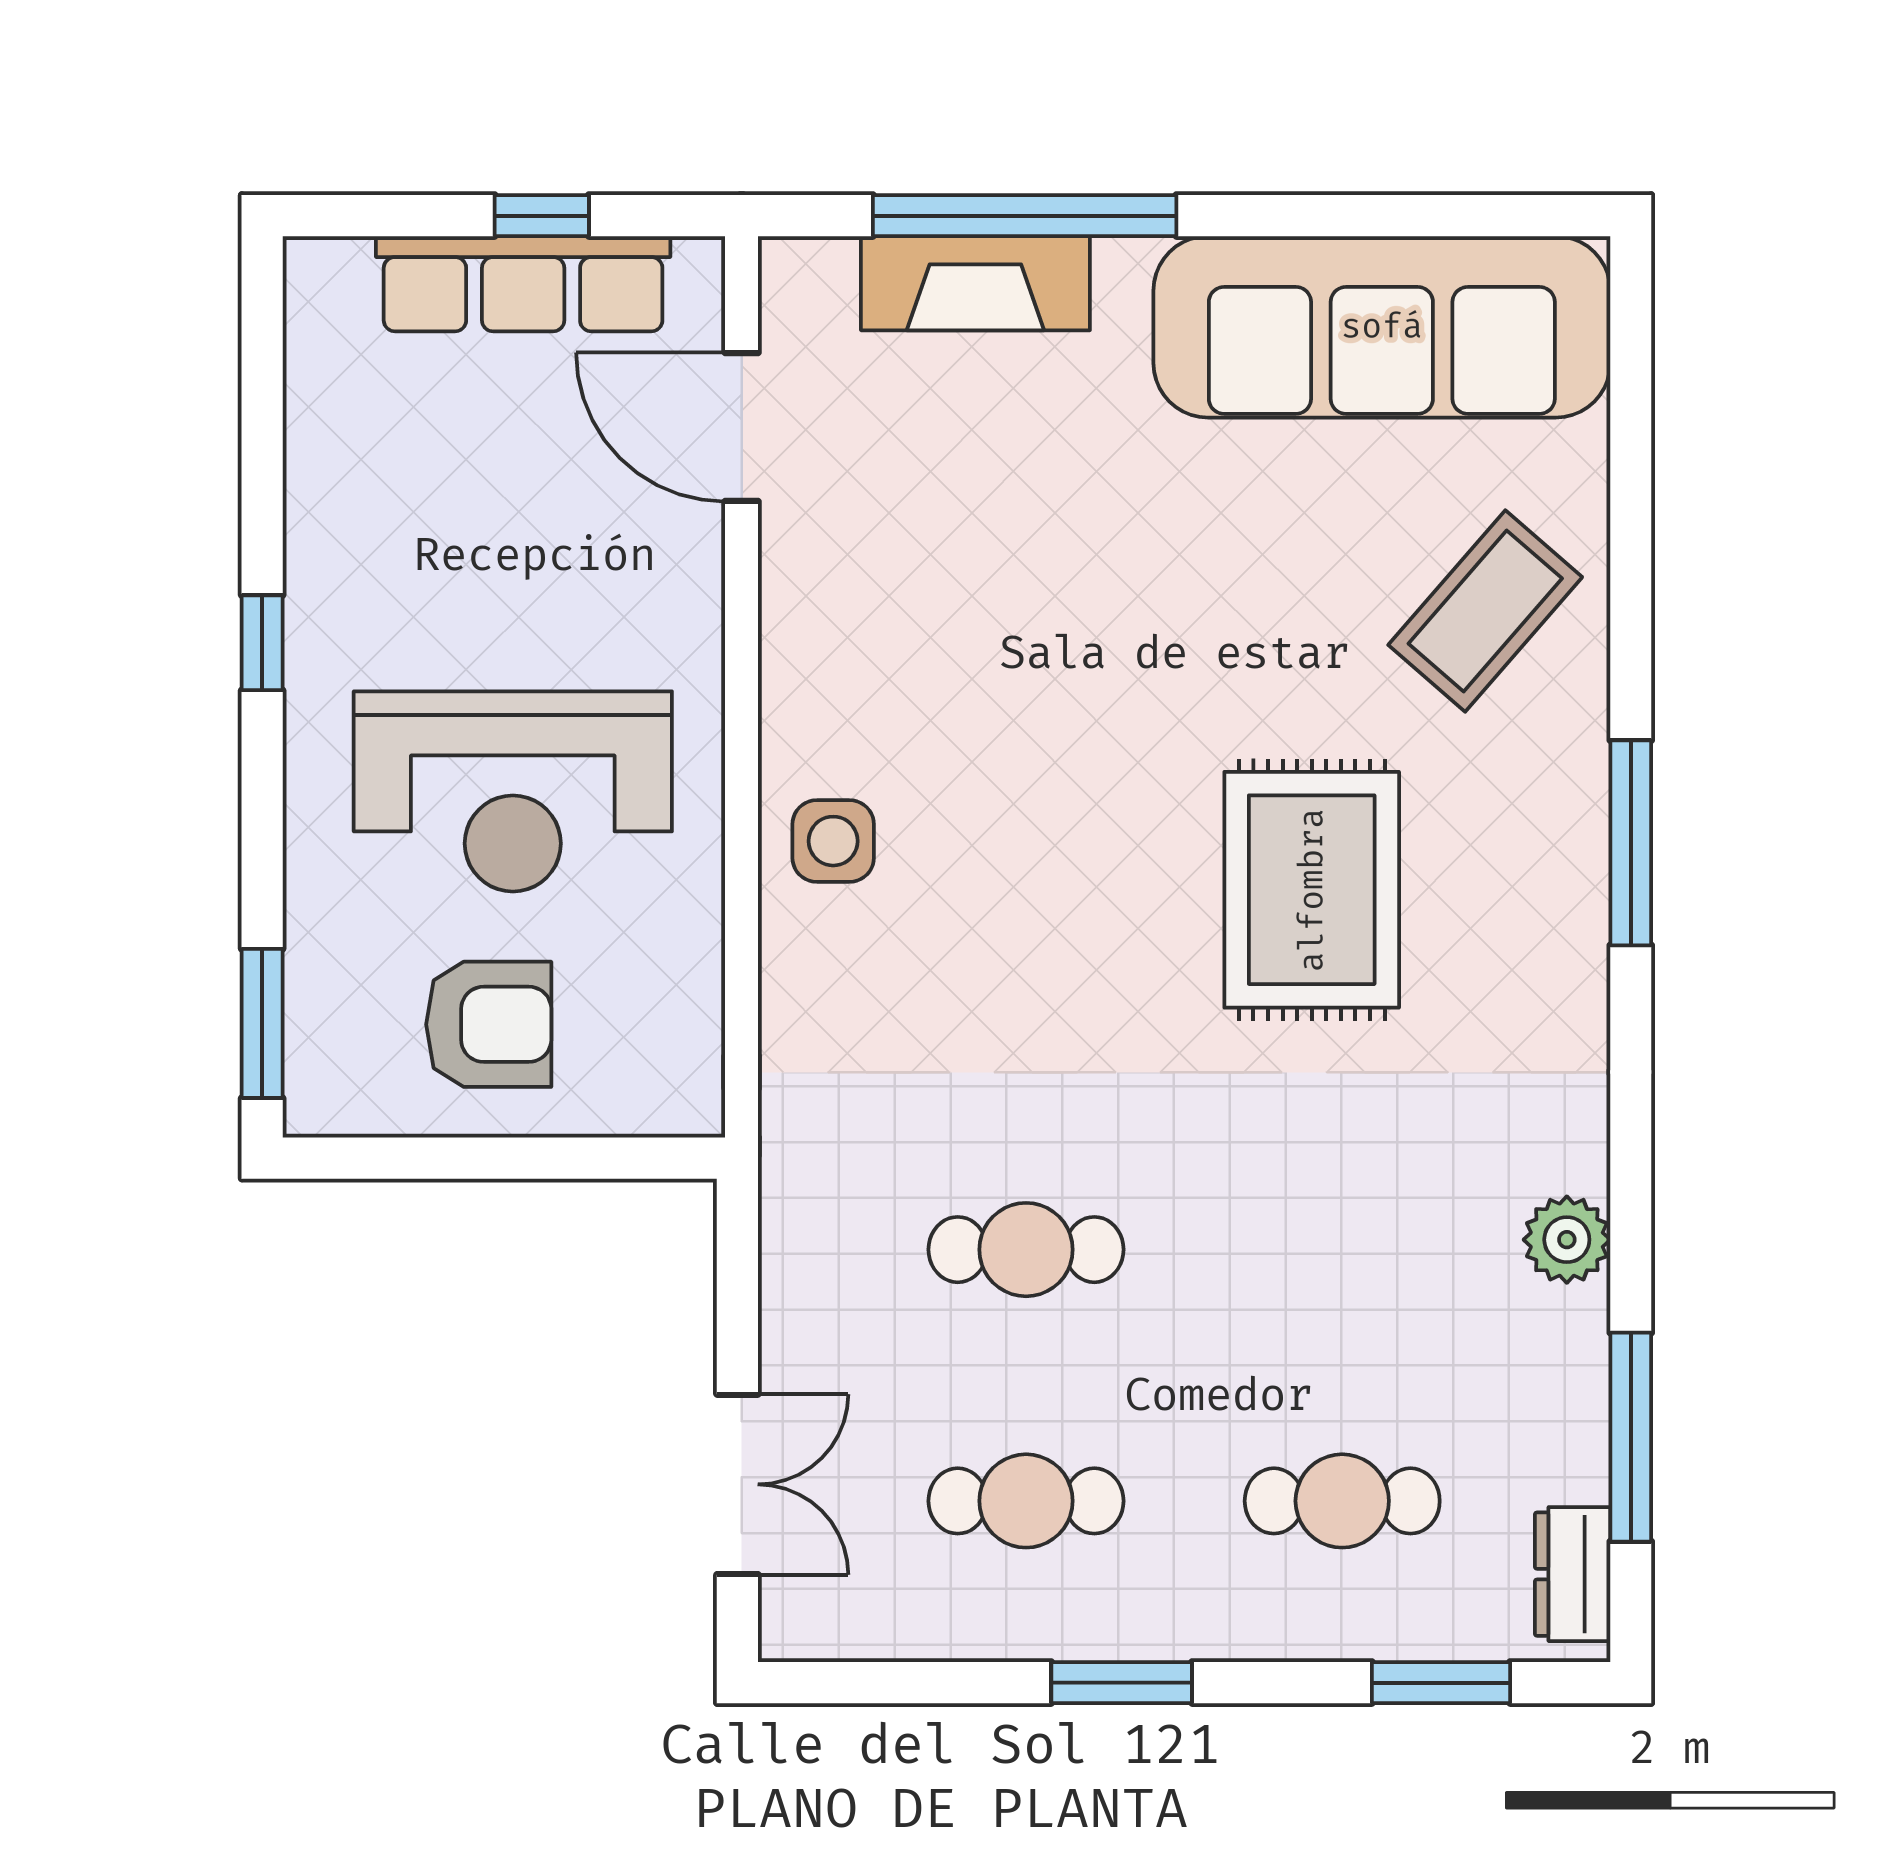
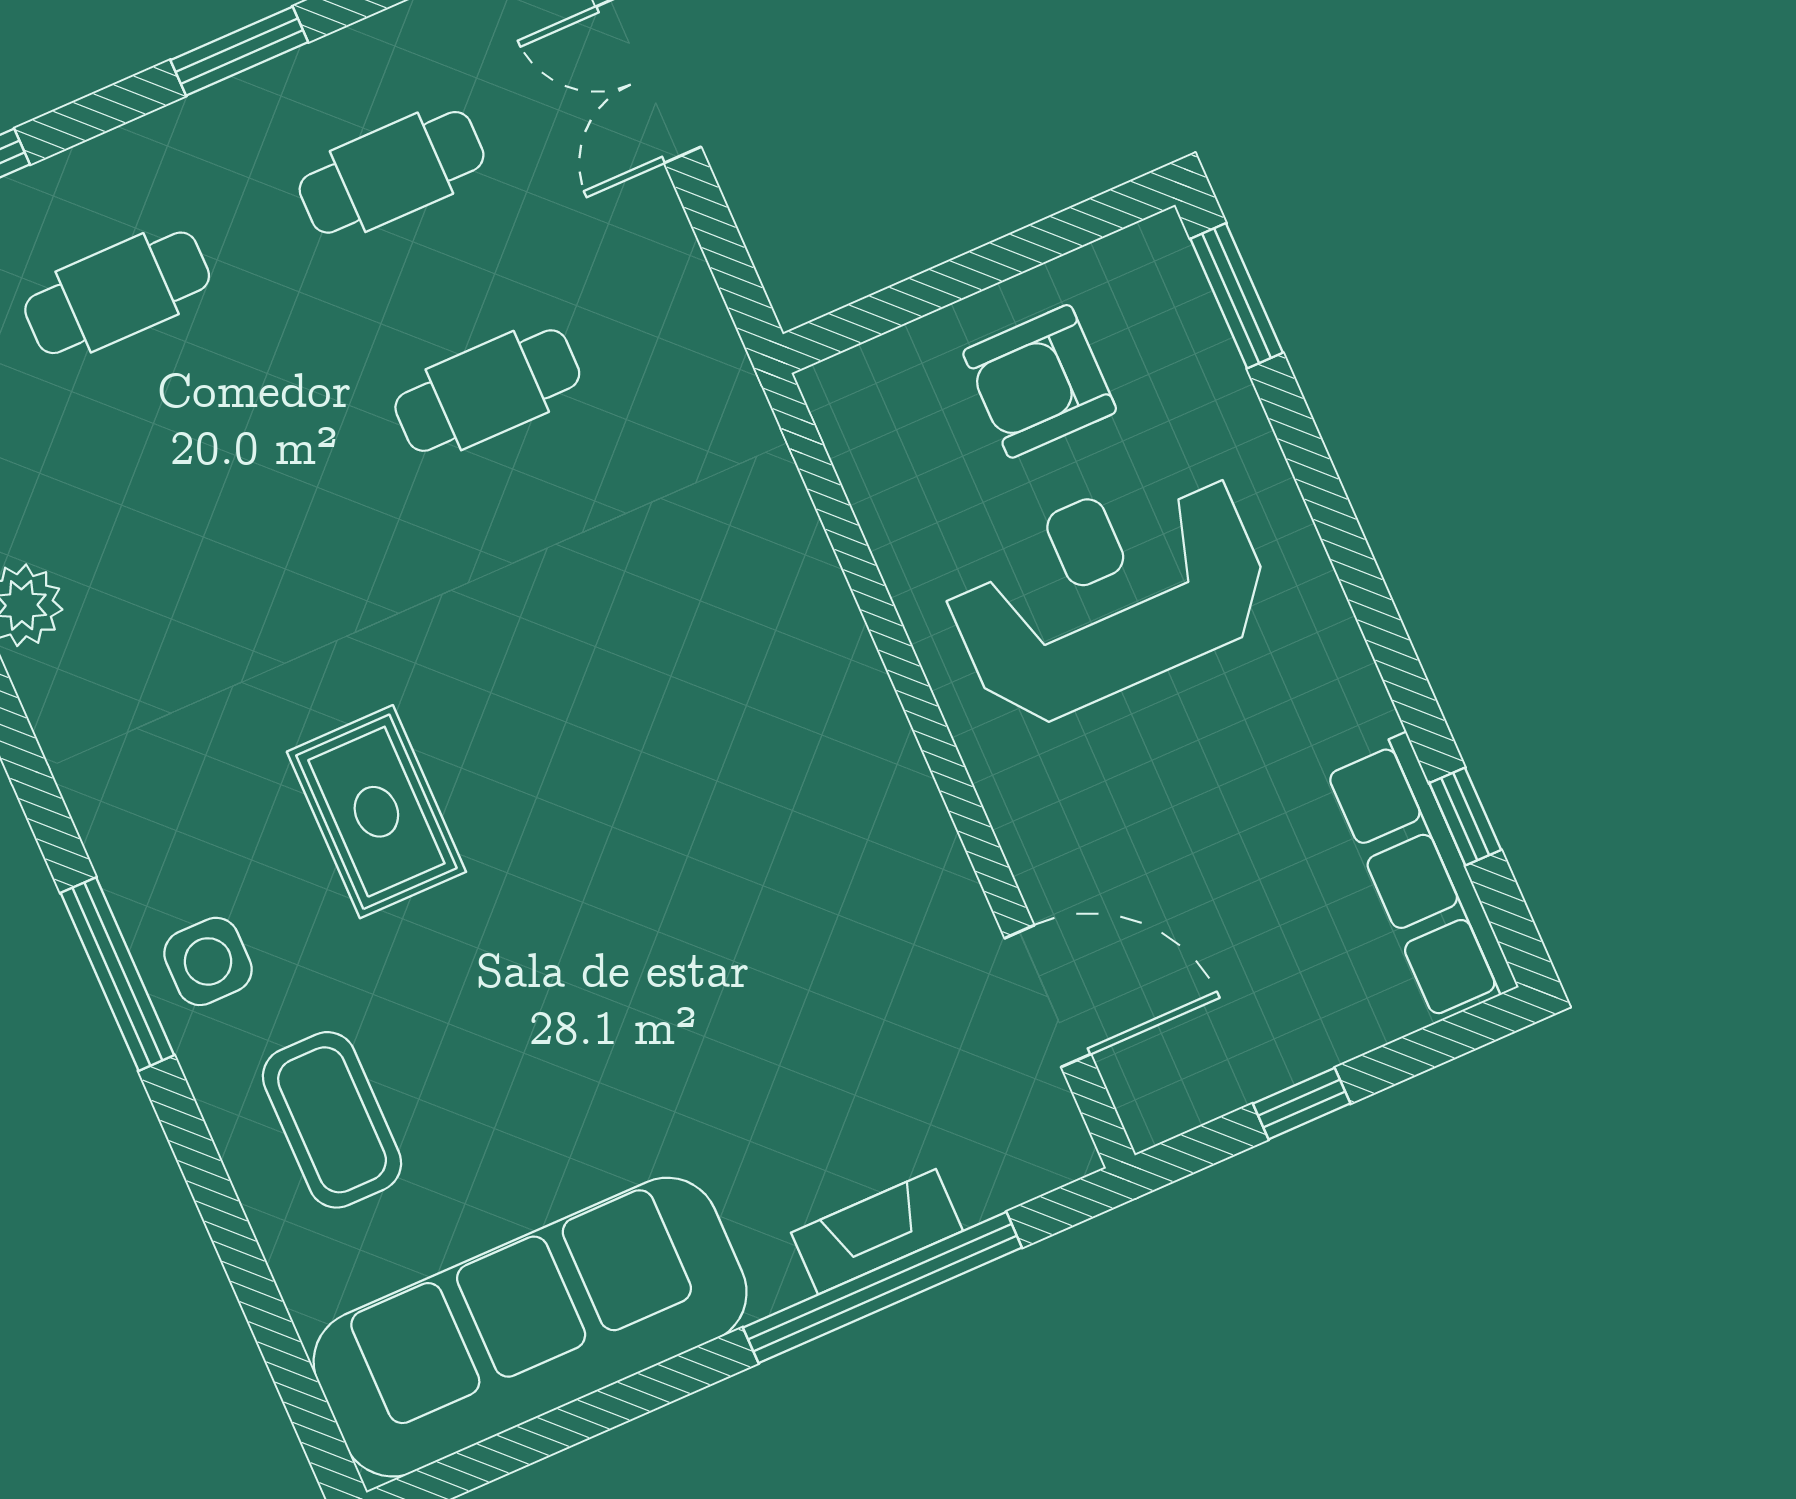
fireplace: (975, 283) -> (877, 1232), width x0.73, depth x0.76
row of seats: (523, 284) -> (1421, 877), moved, turned -90
coffee table: (1485, 611) -> (332, 1120), turned -41
window: (262, 643) -> (1465, 817), moved
side table: (833, 841) -> (208, 961), moved
rug: (1312, 890) -> (376, 812), width x0.73, depth x0.70

